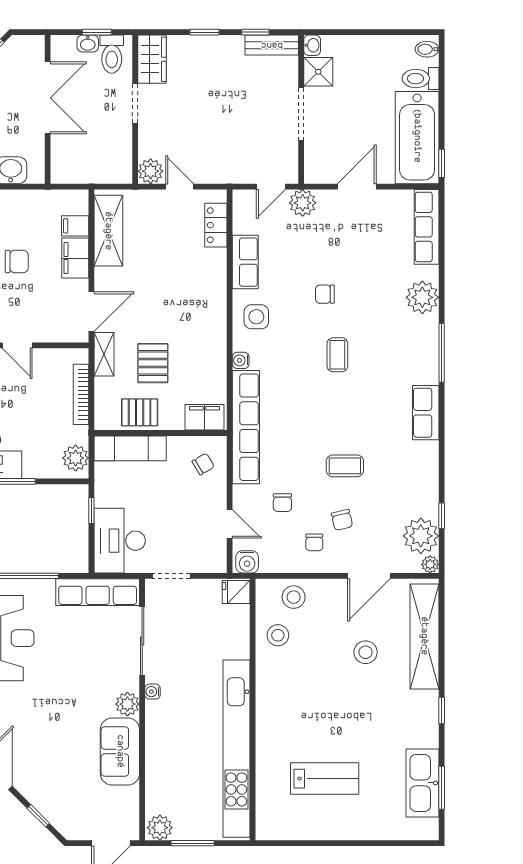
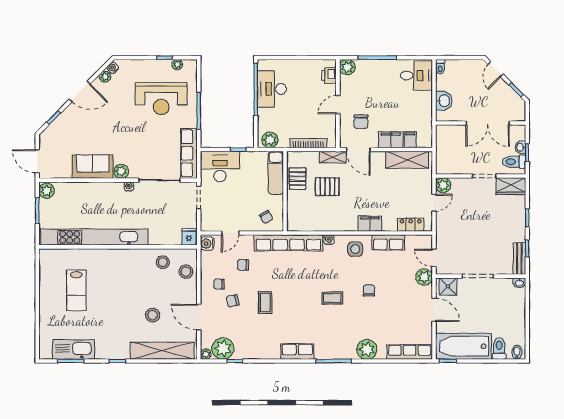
shower: (318, 72) -> (448, 286), moved
chair: (17, 262) -> (361, 122), moved
filing cabinet: (205, 417) -> (370, 224), moved, turned -90

